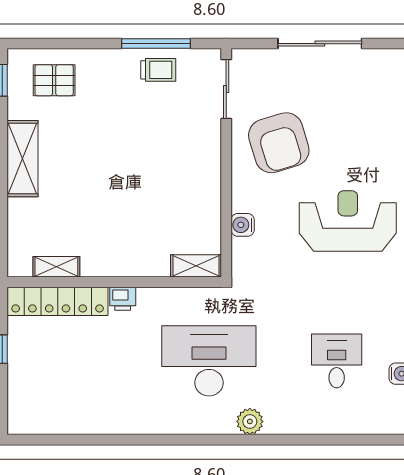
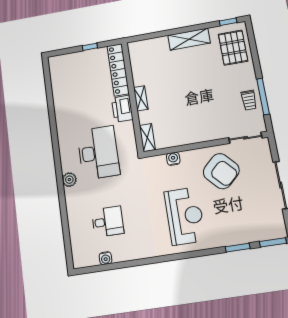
pallet: (54, 80) -> (233, 48), width x1.50, depth x1.42
armchair: (279, 143) -> (221, 171), turned -116
shelving: (56, 267) -> (141, 98), moved
printer: (123, 299) -> (122, 109), width x1.87, depth x1.48

